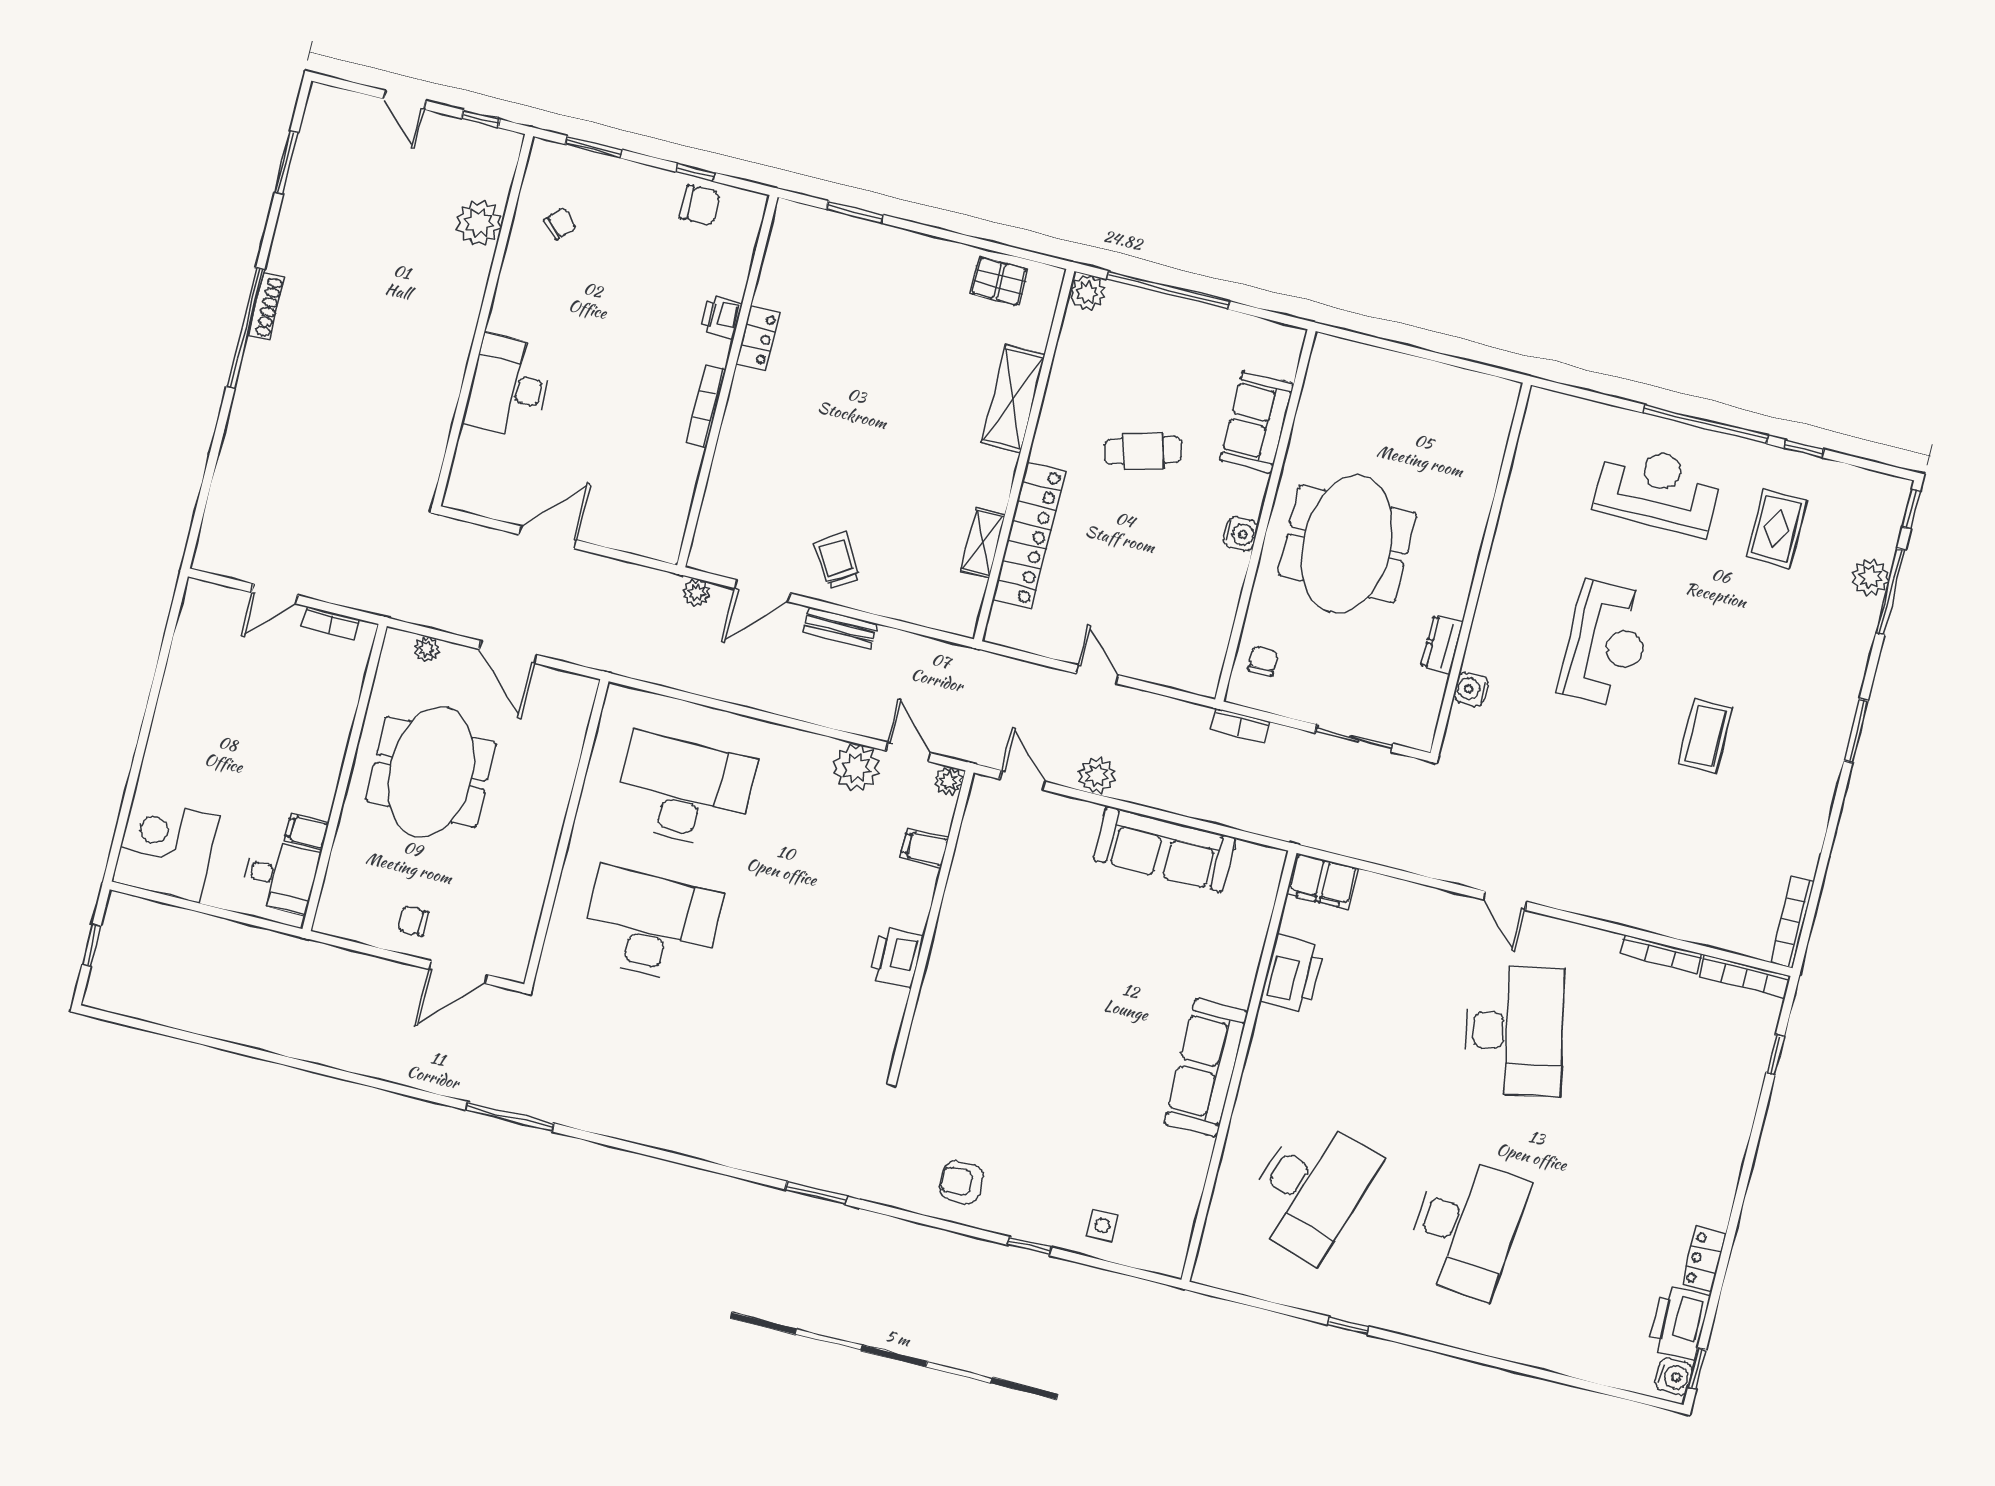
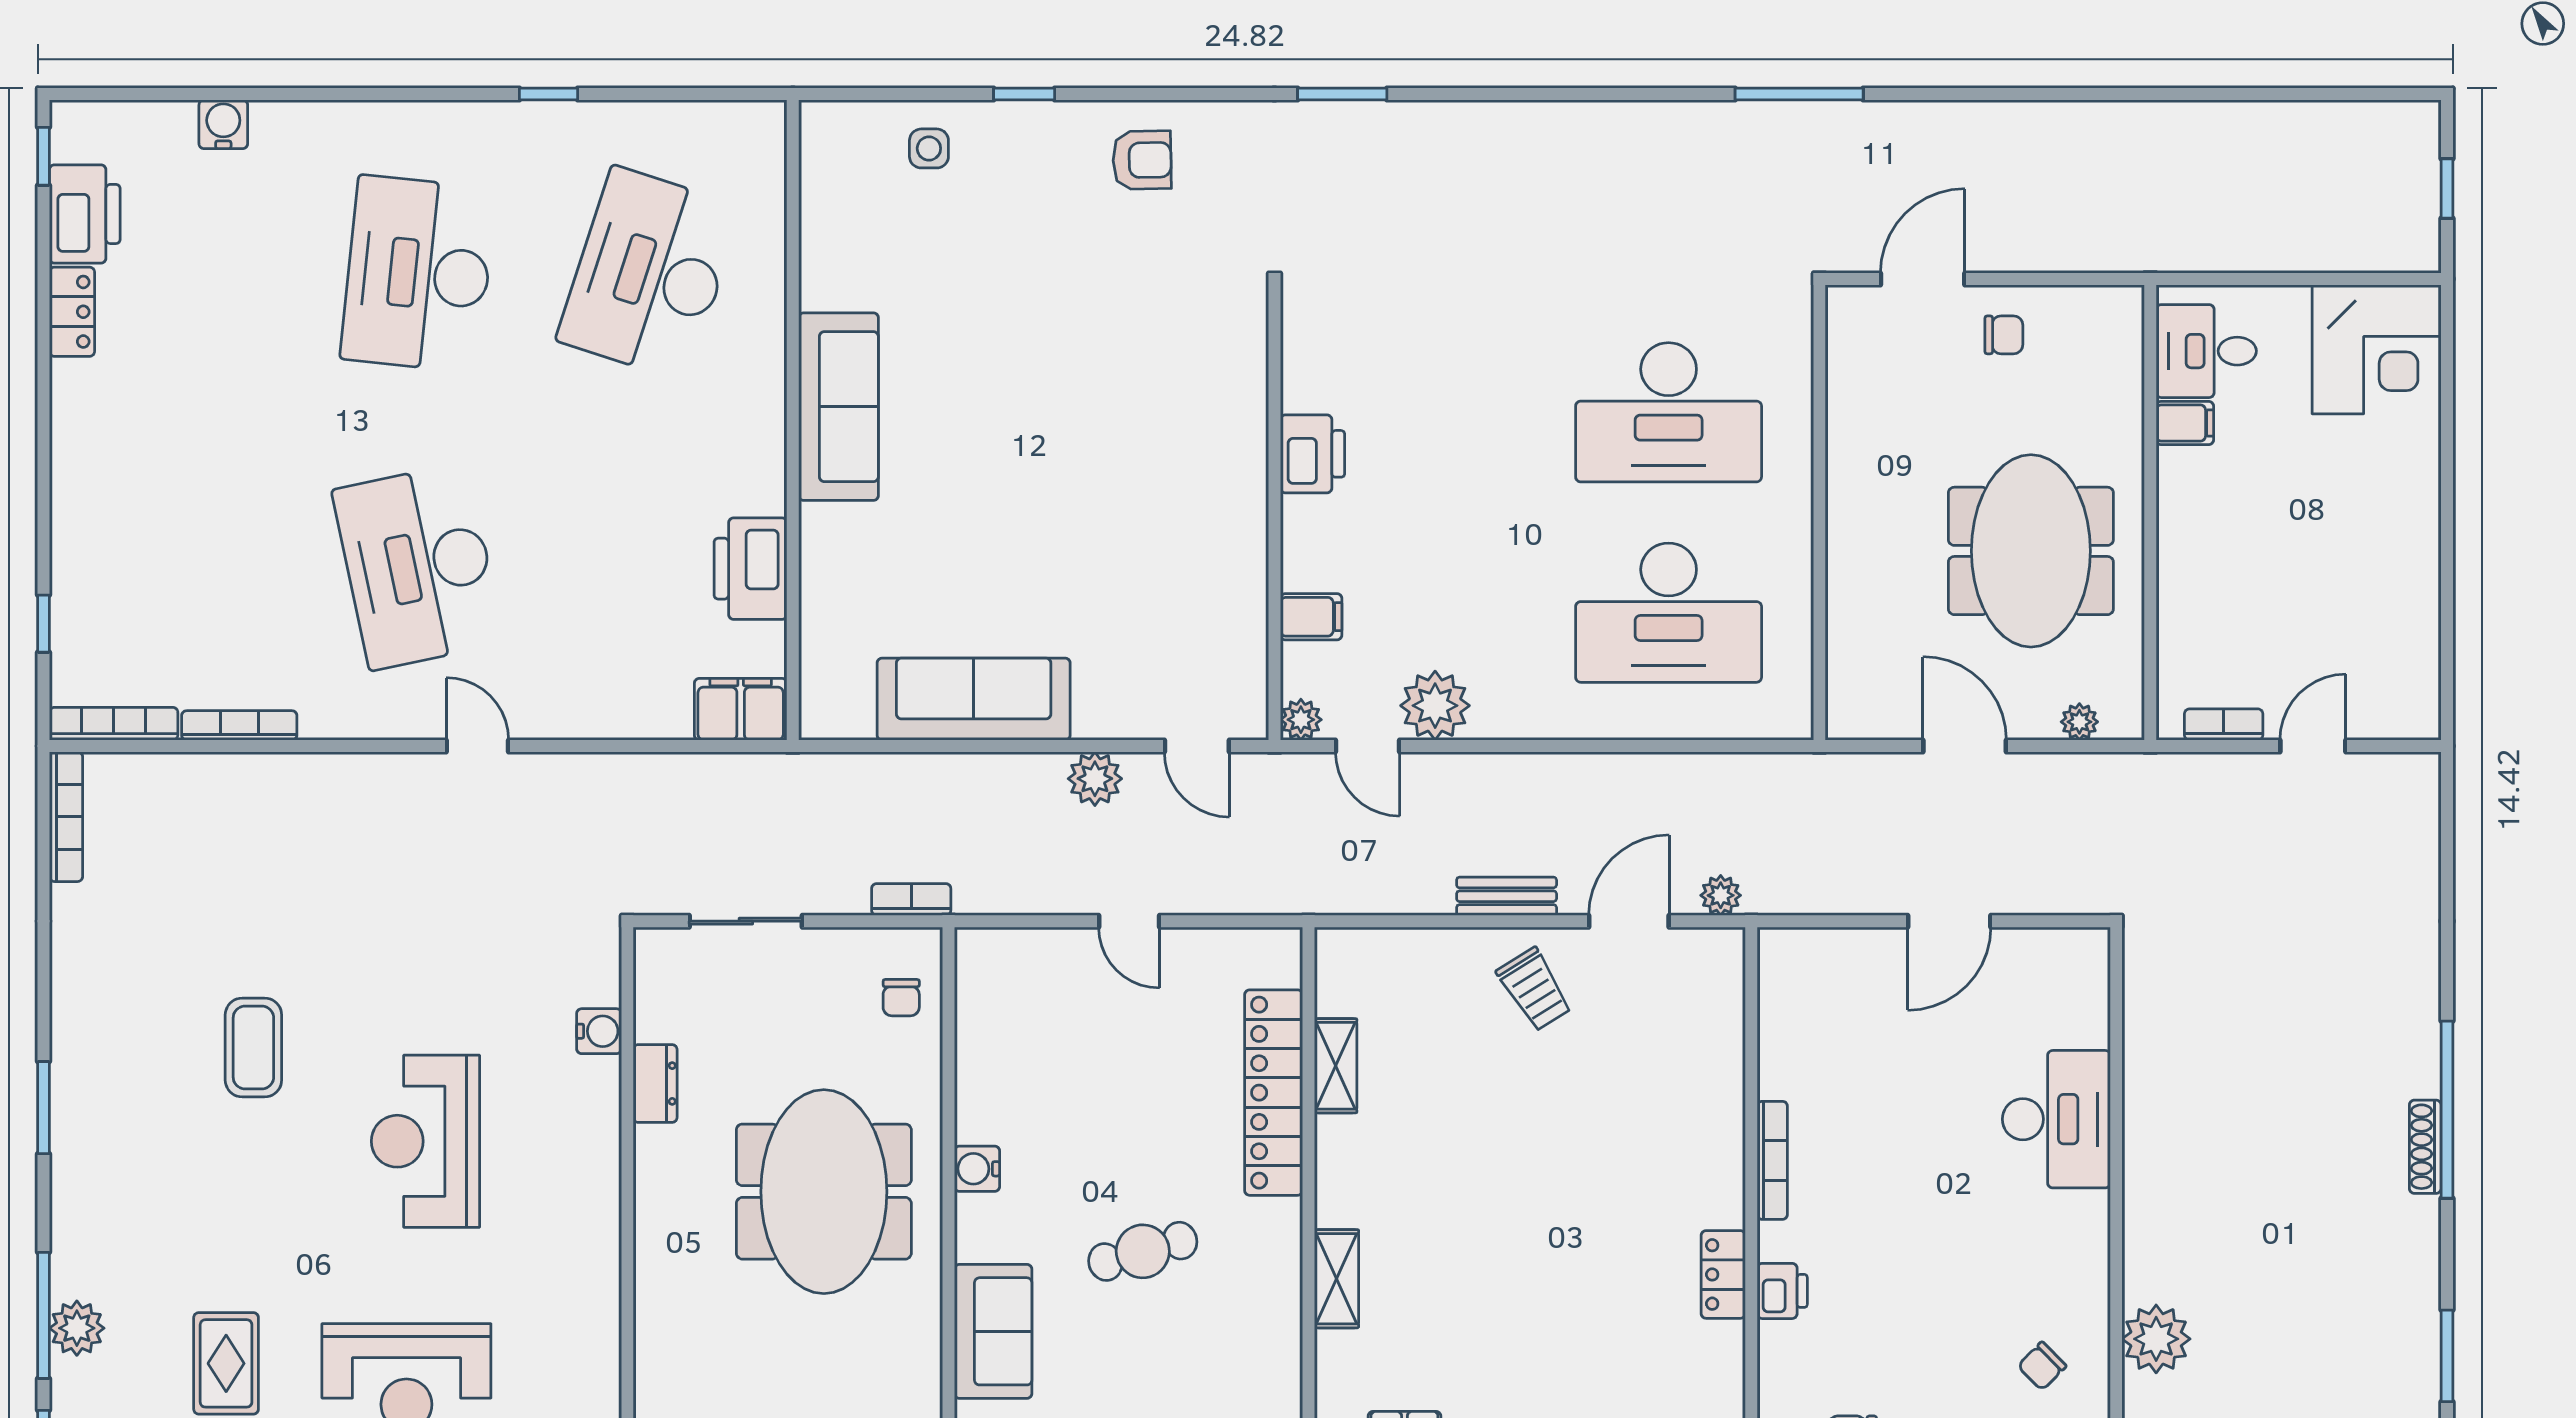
shelving: (1013, 399) -> (1336, 1279), width x0.67, depth x0.75
water cooler: (1673, 1377) -> (223, 124), moved, turned 90

